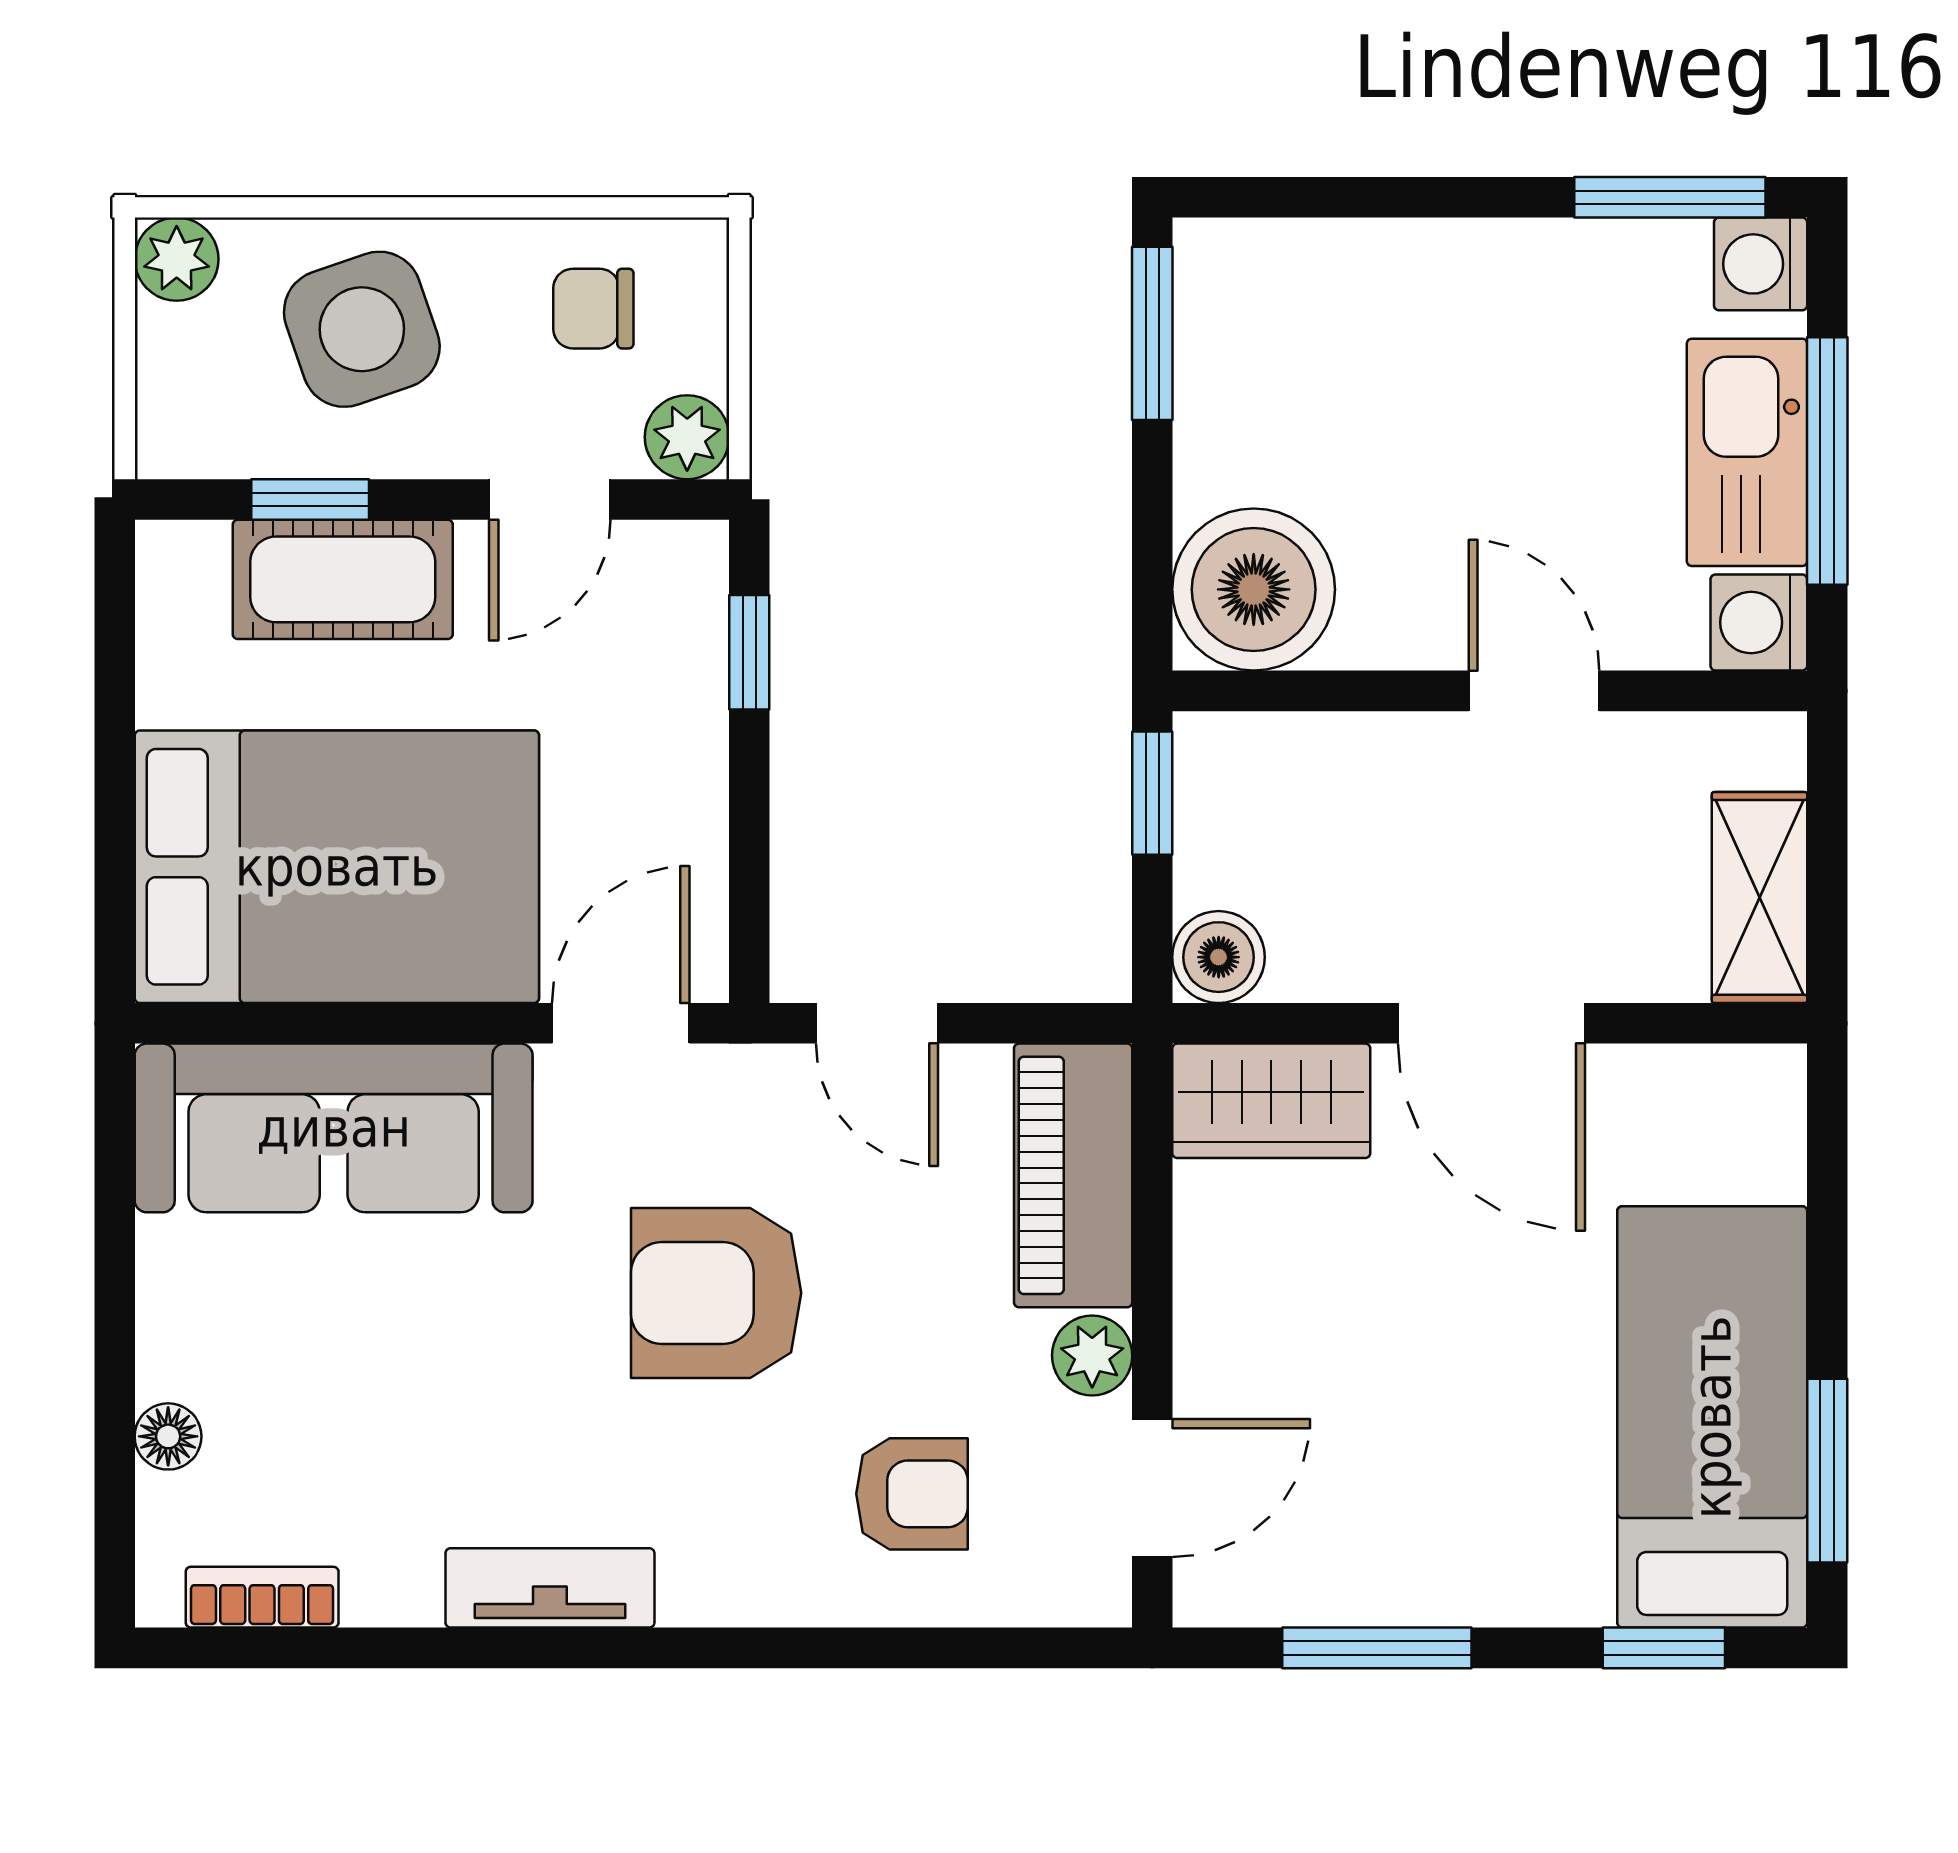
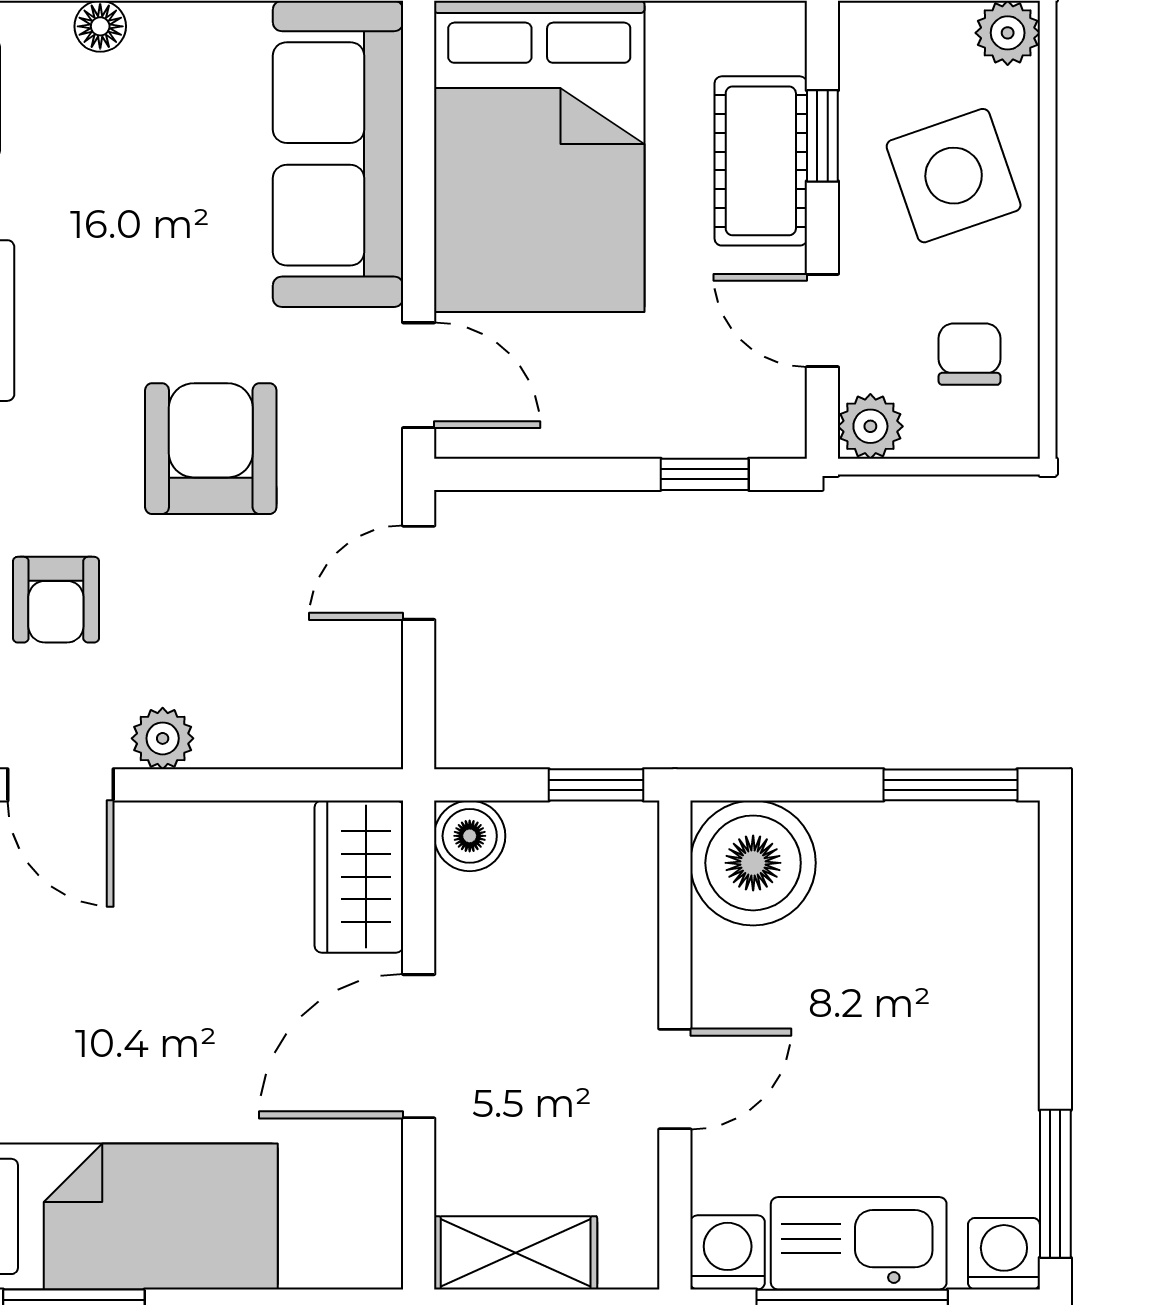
piano: (1073, 1175) -> (301, 724), removed

